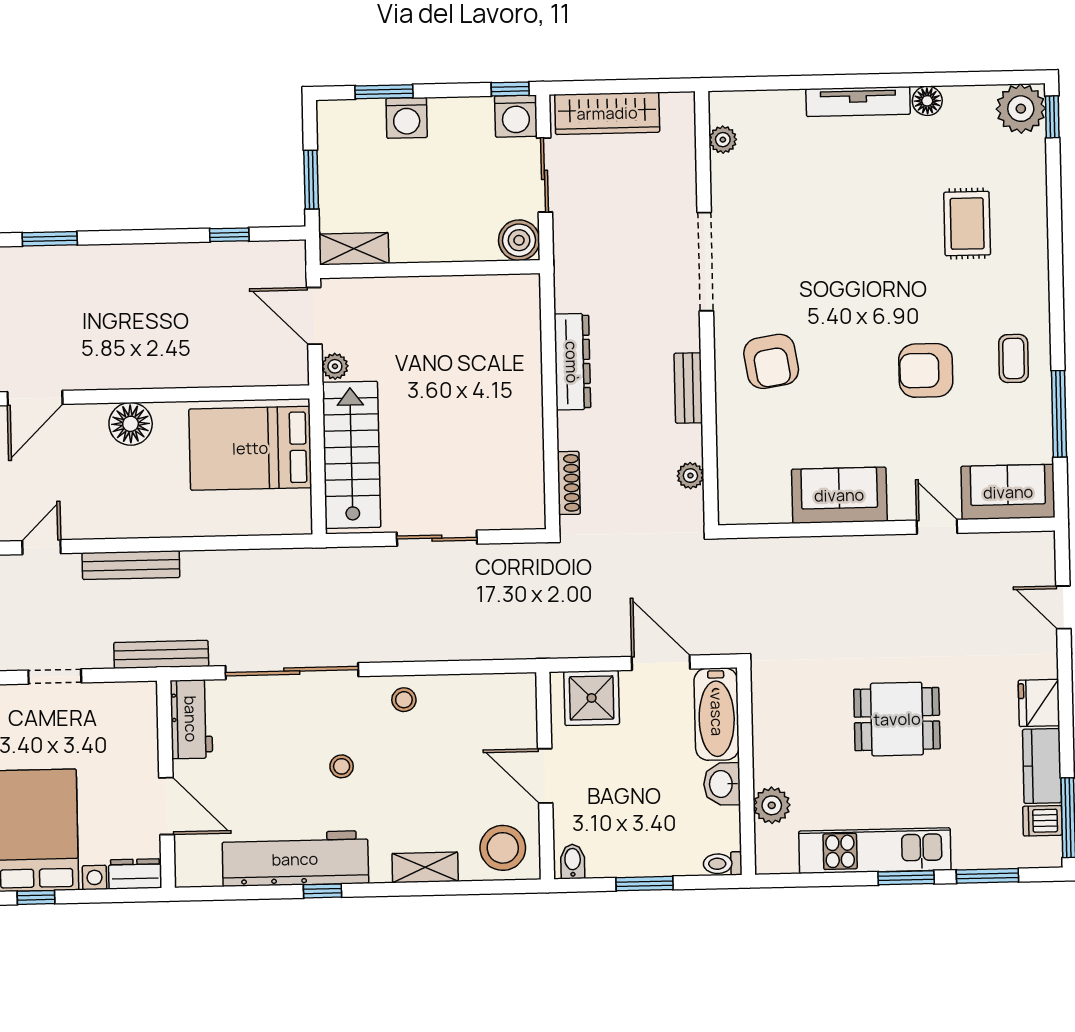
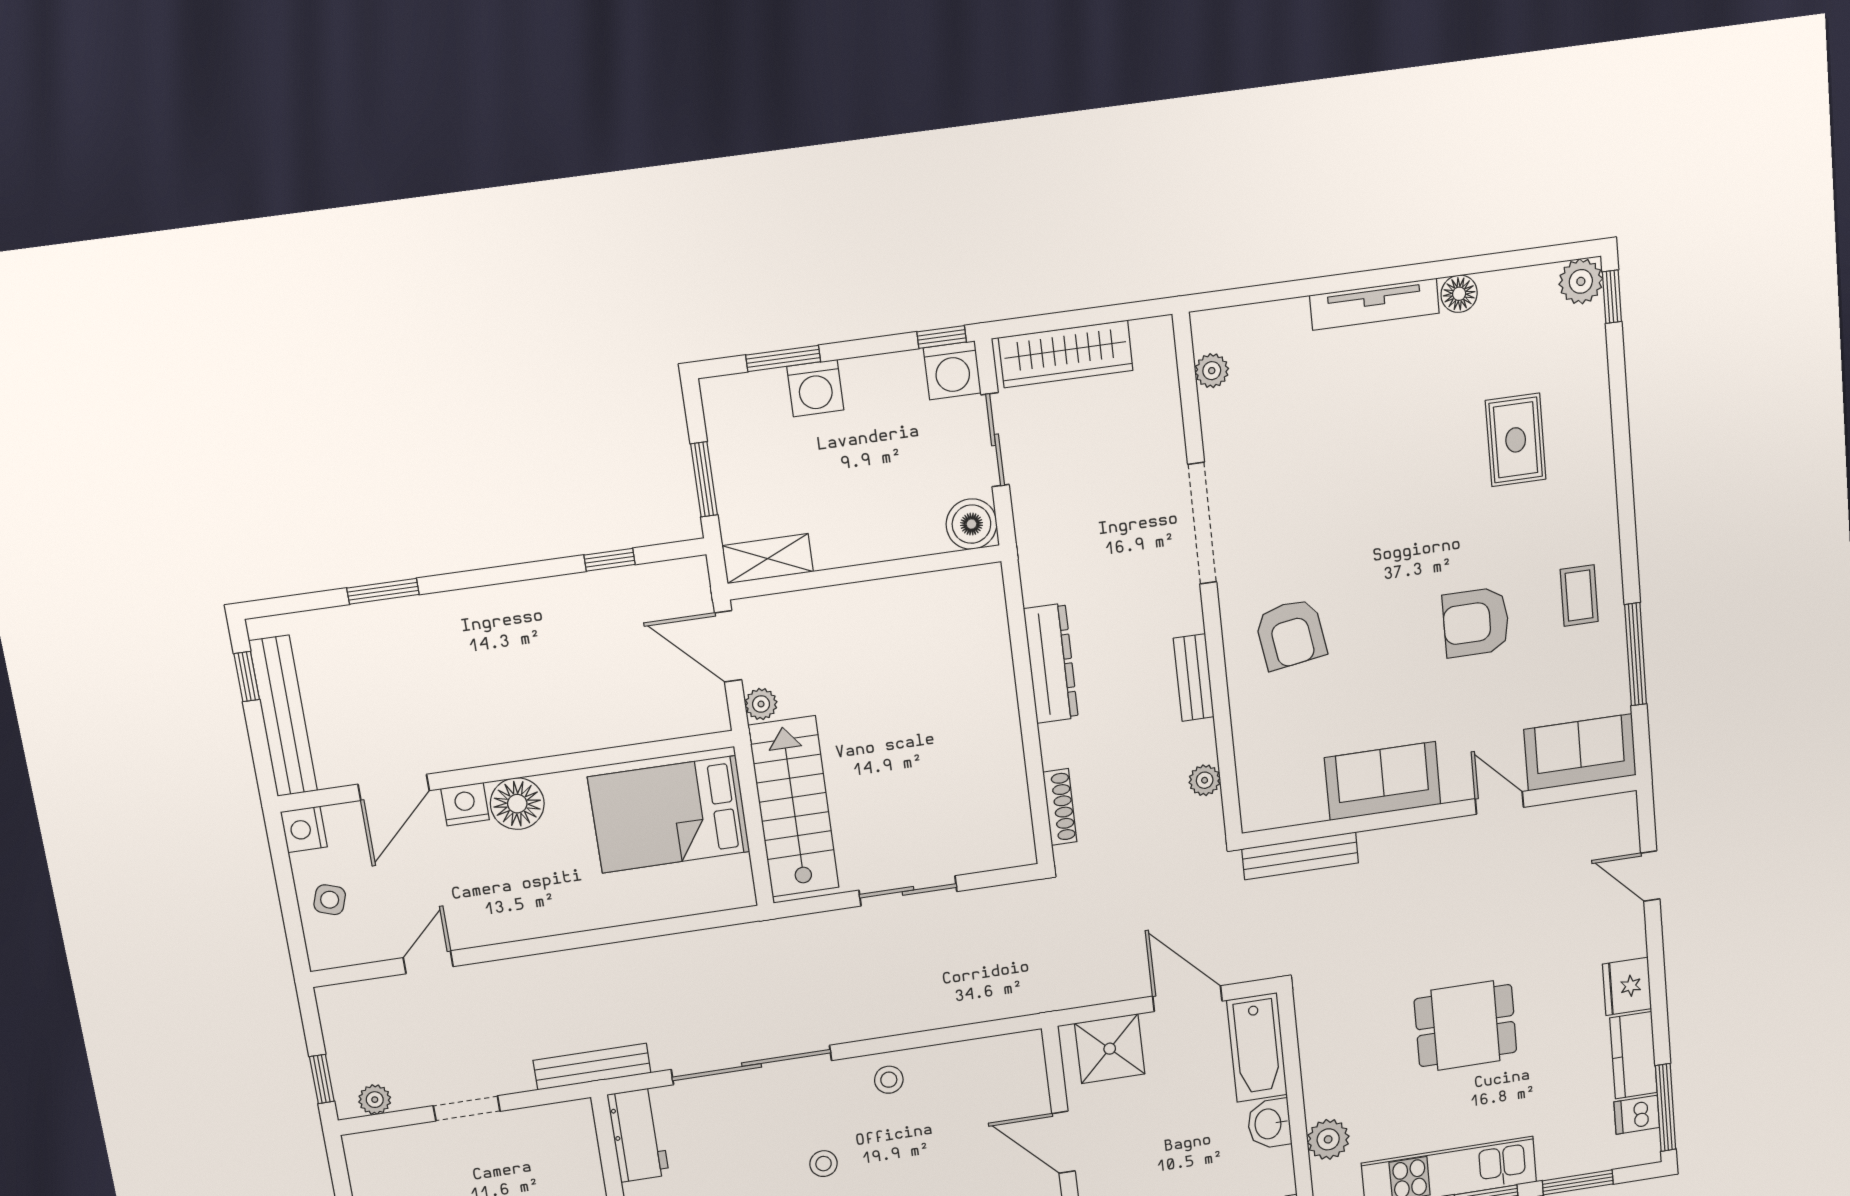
plant: (1021, 109) -> (1581, 281), width x0.73, depth x0.73
nightstand: (89, 419) -> (465, 804), added
bench: (131, 565) -> (1300, 856), moved

